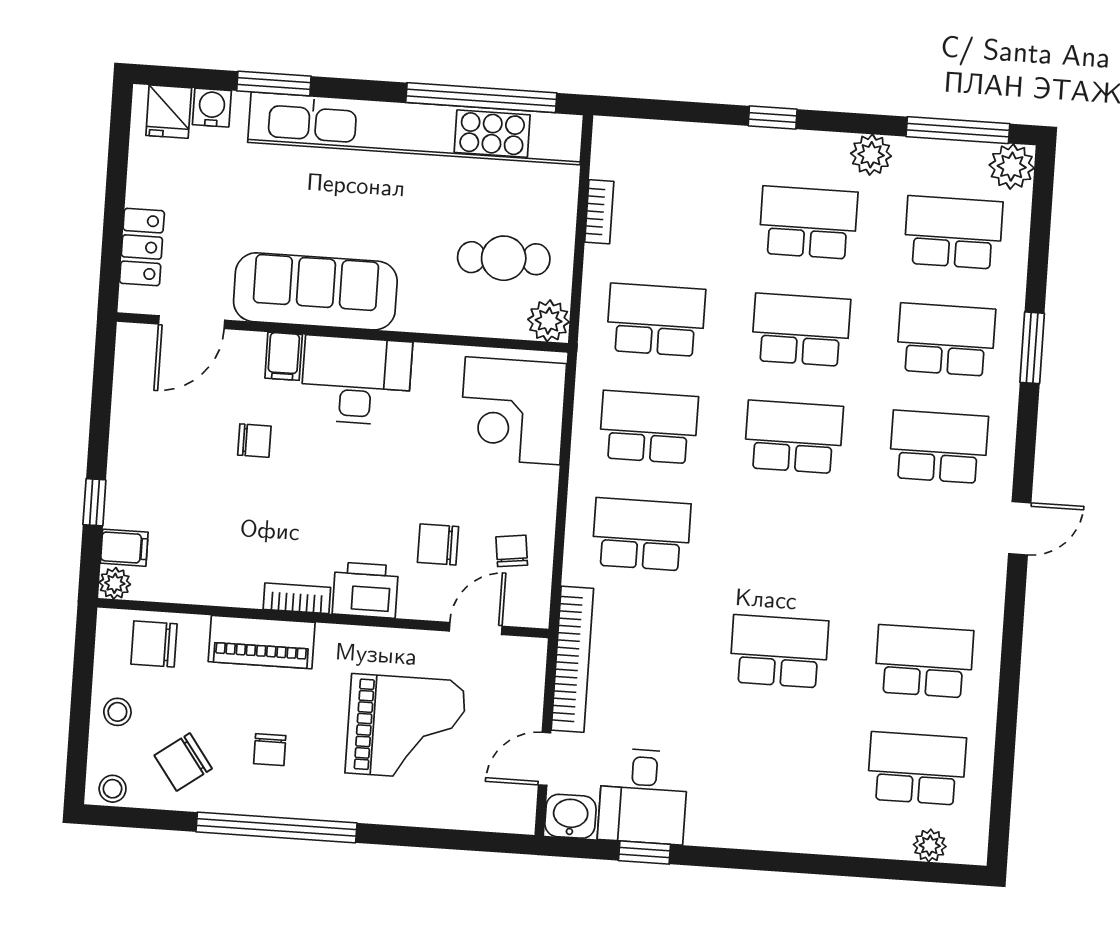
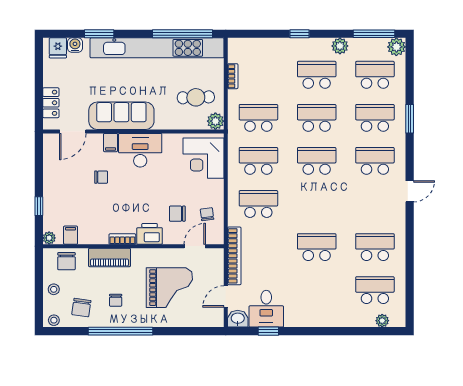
filing cabinet: (124, 548) -> (71, 235), moved, turned -90
chair: (154, 644) -> (66, 261), turned -90
chair: (183, 762) -> (81, 308), turned -46

